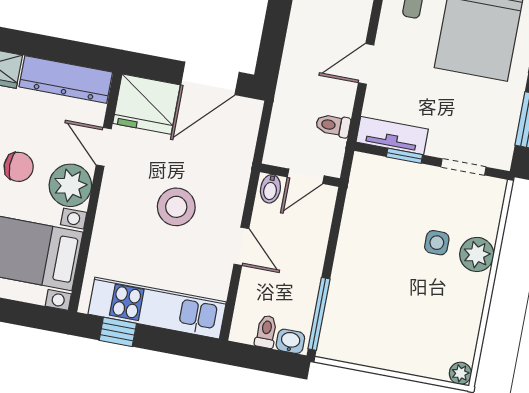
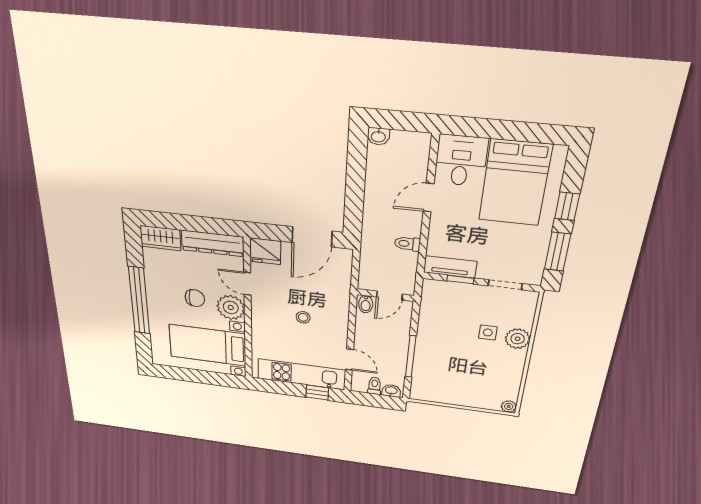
door: (366, 64) -> (429, 198), moved
fridge: (147, 104) -> (265, 251), width x0.73, depth x0.75
toilet: (333, 125) -> (407, 244), moved
stool: (176, 207) -> (303, 317), width x0.53, depth x0.53
door: (241, 246) -> (349, 359), moved
window: (319, 314) -> (411, 357), moved
window: (118, 332) -> (317, 393), moved

